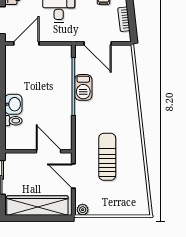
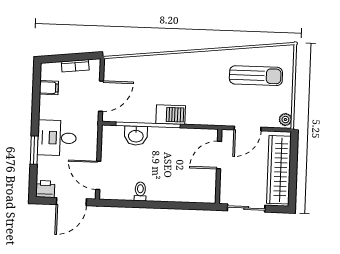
barbecue: (83, 87) -> (171, 115), moved
washbasin: (13, 104) -> (136, 136), moved, turned 180
toilet: (13, 121) -> (140, 191), moved
sun lounger: (107, 157) -> (256, 76), moved, turned 180

